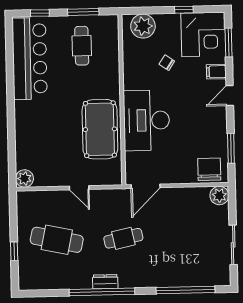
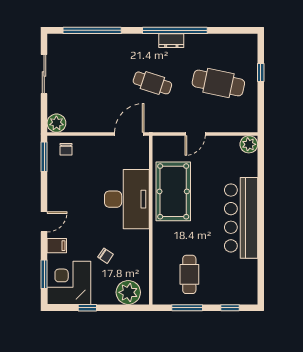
bar counter: (30, 59) -> (241, 218), moved
window: (231, 148) -> (44, 157), moved
chair: (209, 169) -> (66, 149), width x0.54, depth x0.54
door: (79, 188) -> (195, 134), swing flipped
cafe table: (123, 238) -> (152, 83), turned 30

